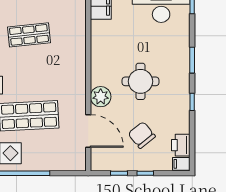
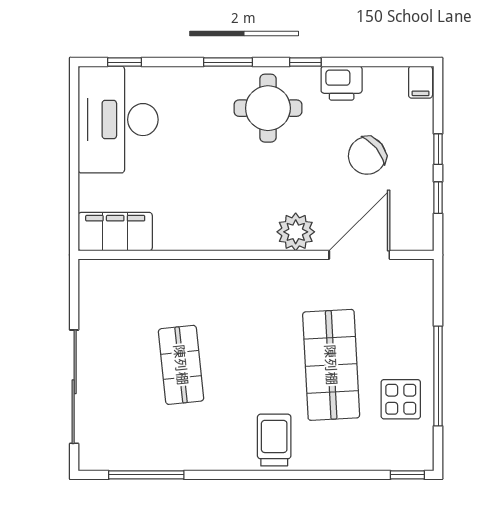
round table: (140, 81) -> (268, 108), moved
printer: (181, 145) -> (342, 83), moved

